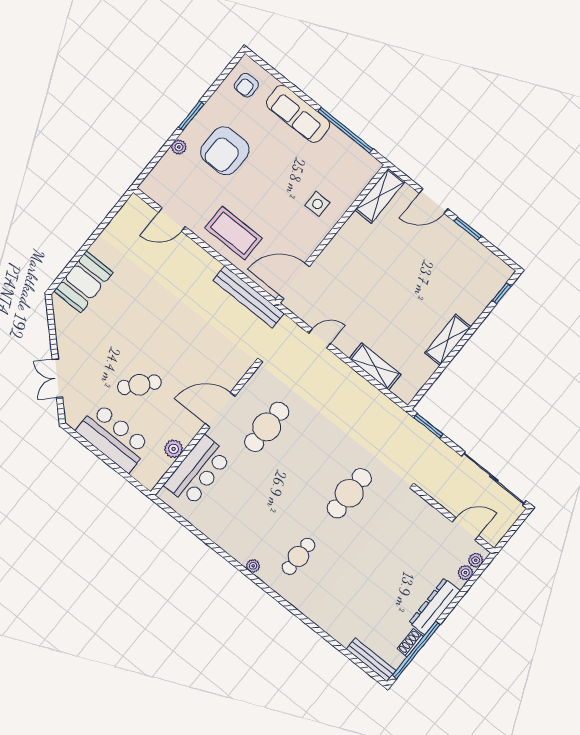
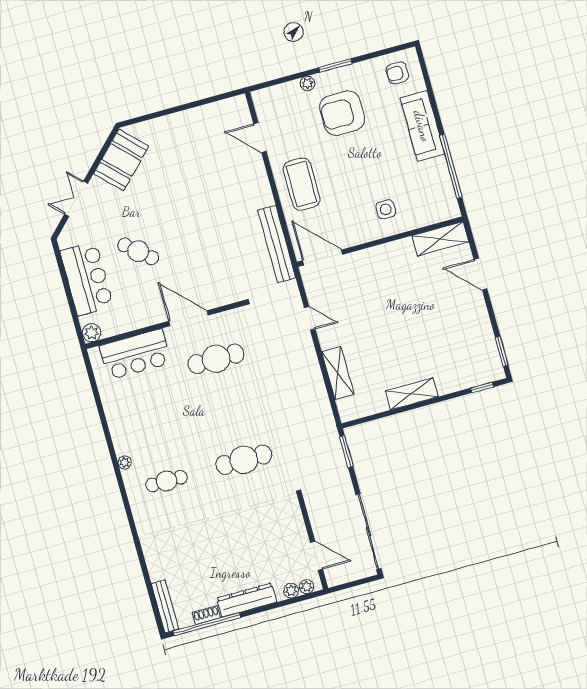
window: (468, 229) -> (502, 351), moved
booth: (83, 282) -> (121, 160), moved, turned -45
plant: (174, 449) -> (92, 333), moved

